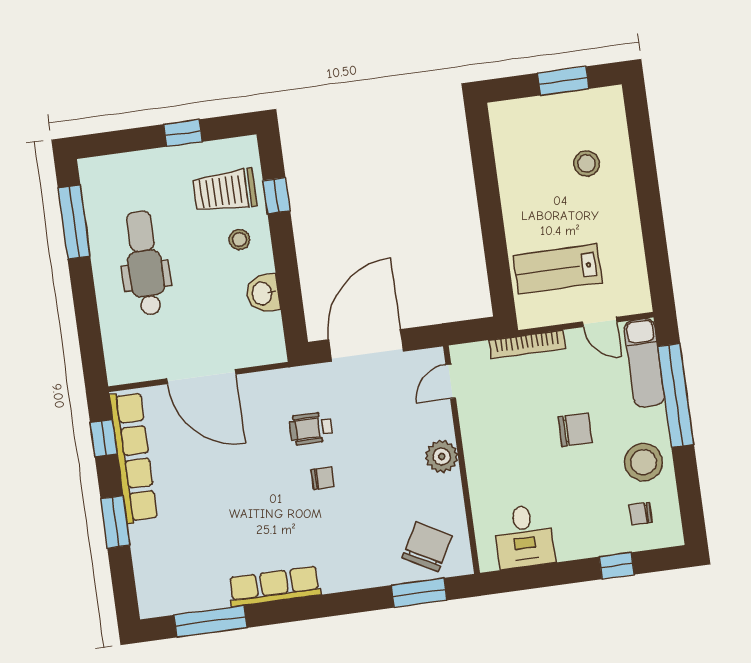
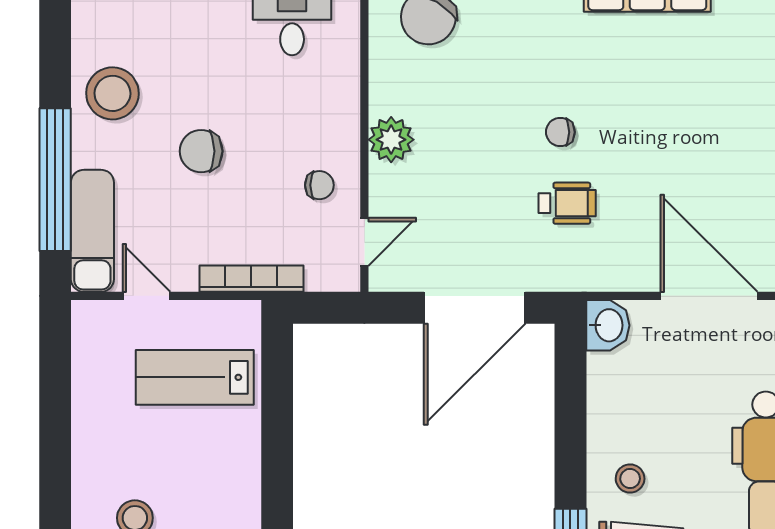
lab bench: (558, 269) -> (195, 377), turned 180
washbasin: (263, 293) -> (608, 325), moved
chair: (641, 514) -> (319, 185), moved

